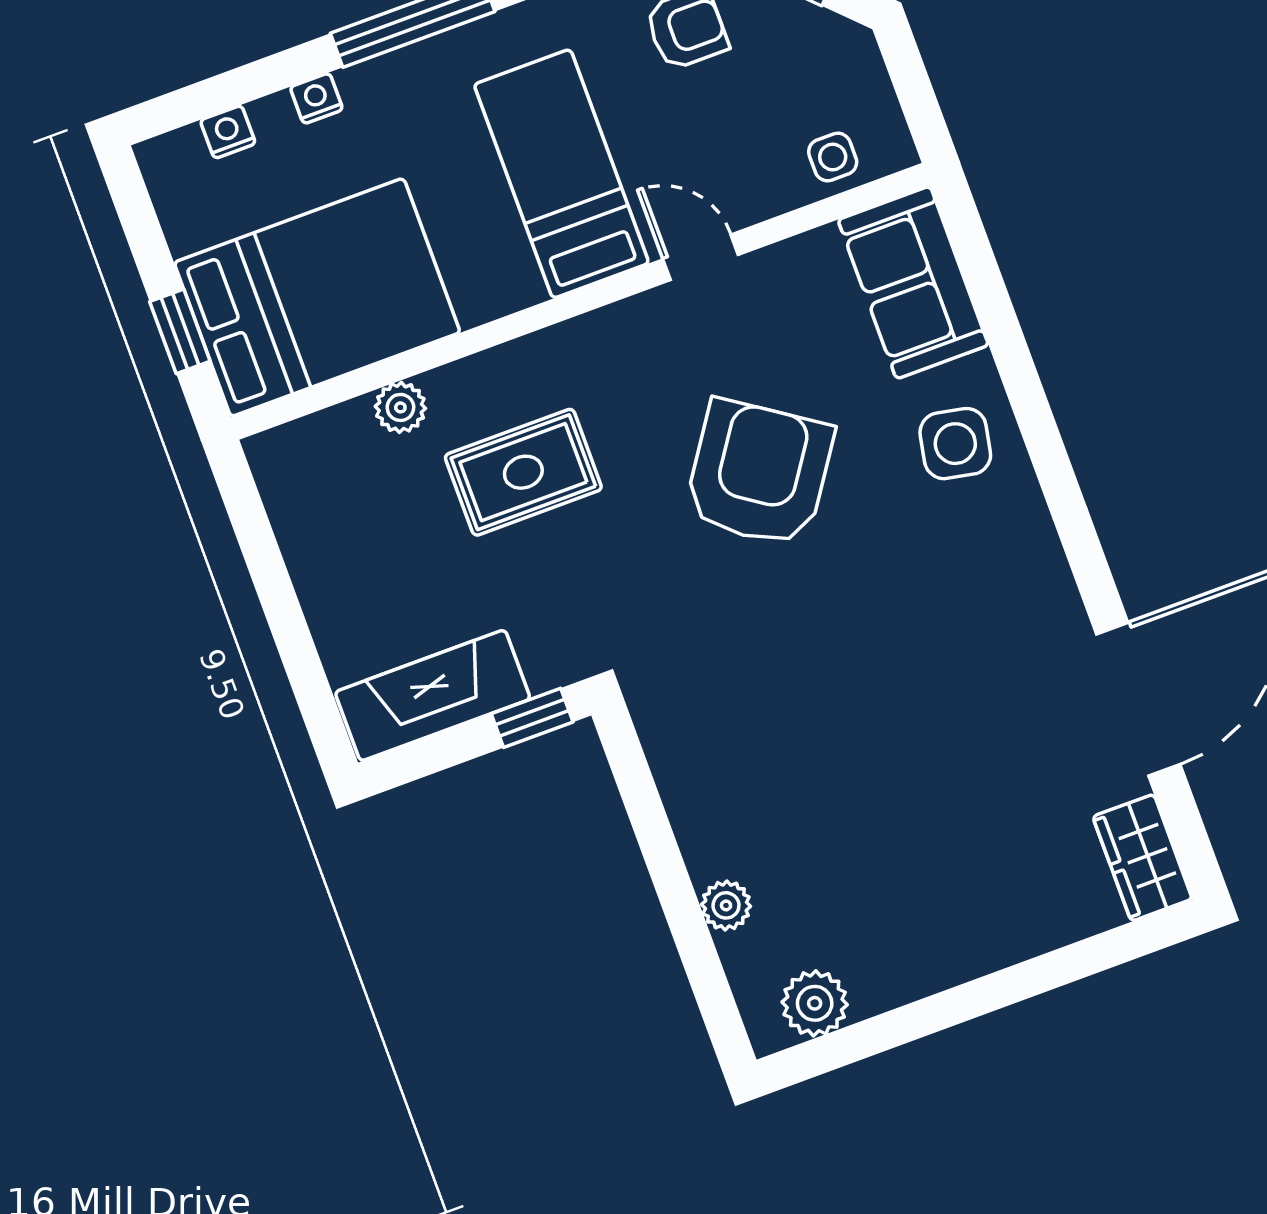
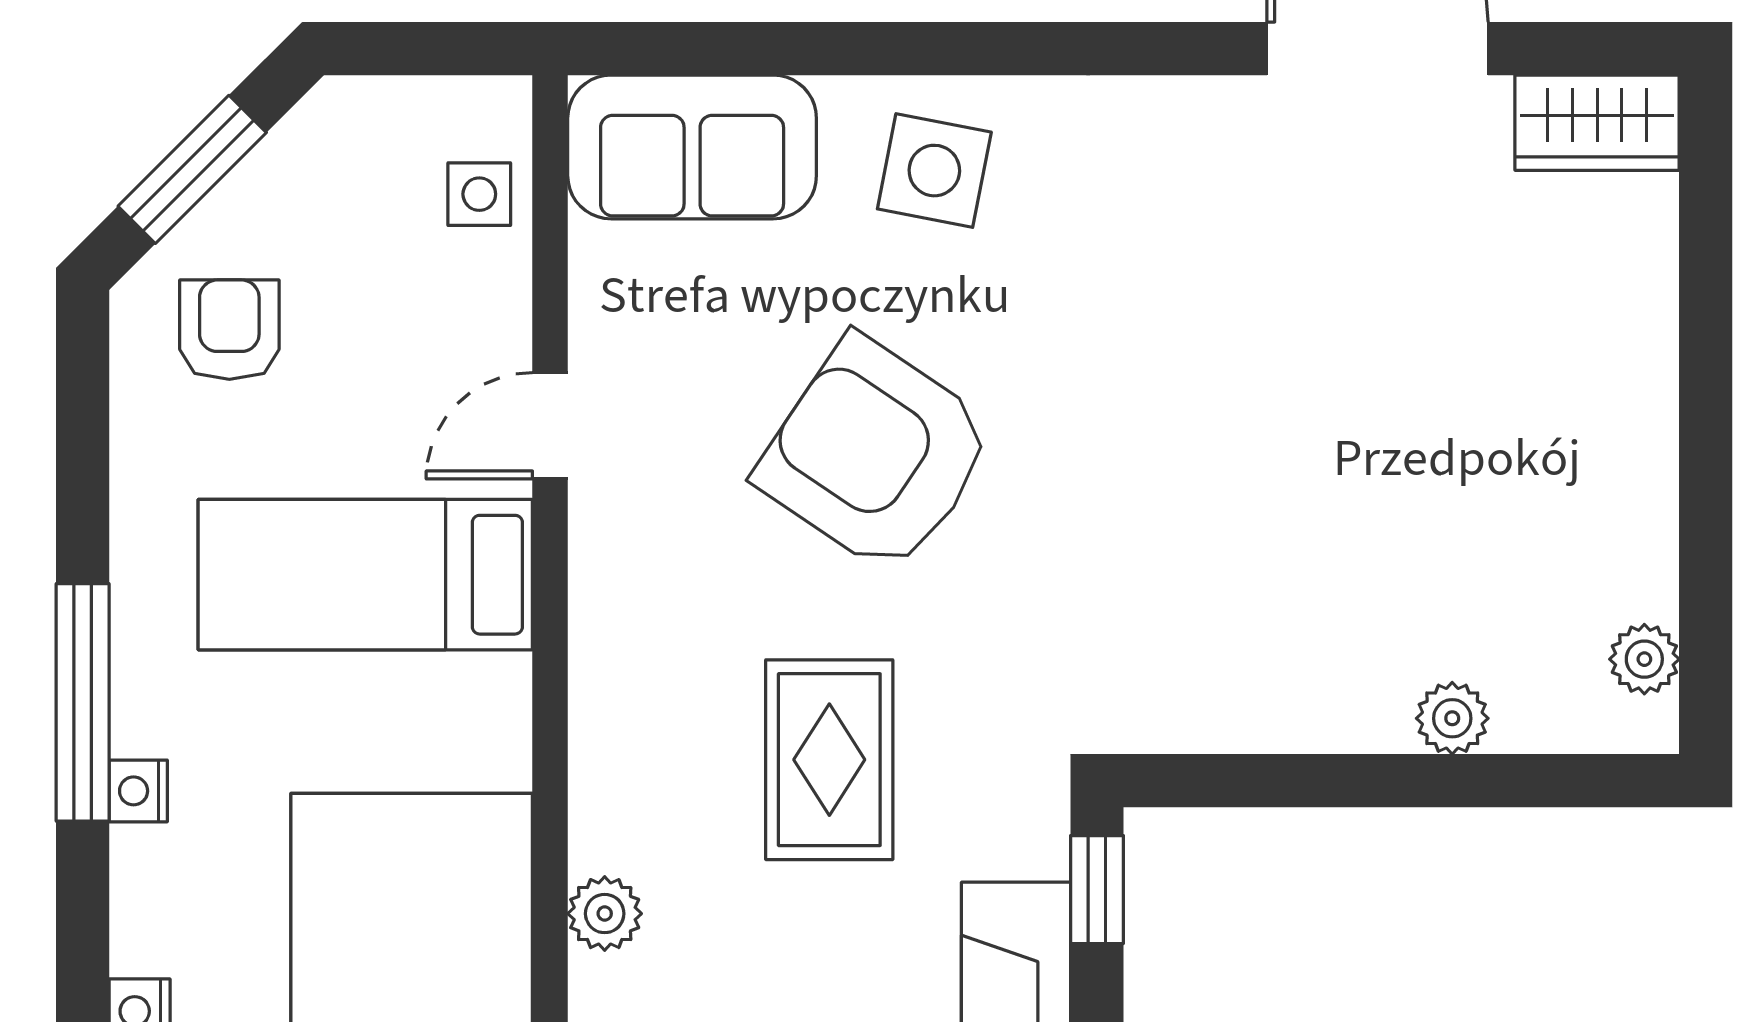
nightstand: (316, 98) -> (138, 791), moved
rug: (523, 472) -> (829, 760), moved
plant: (815, 1003) -> (1644, 659), width x0.73, depth x0.73

